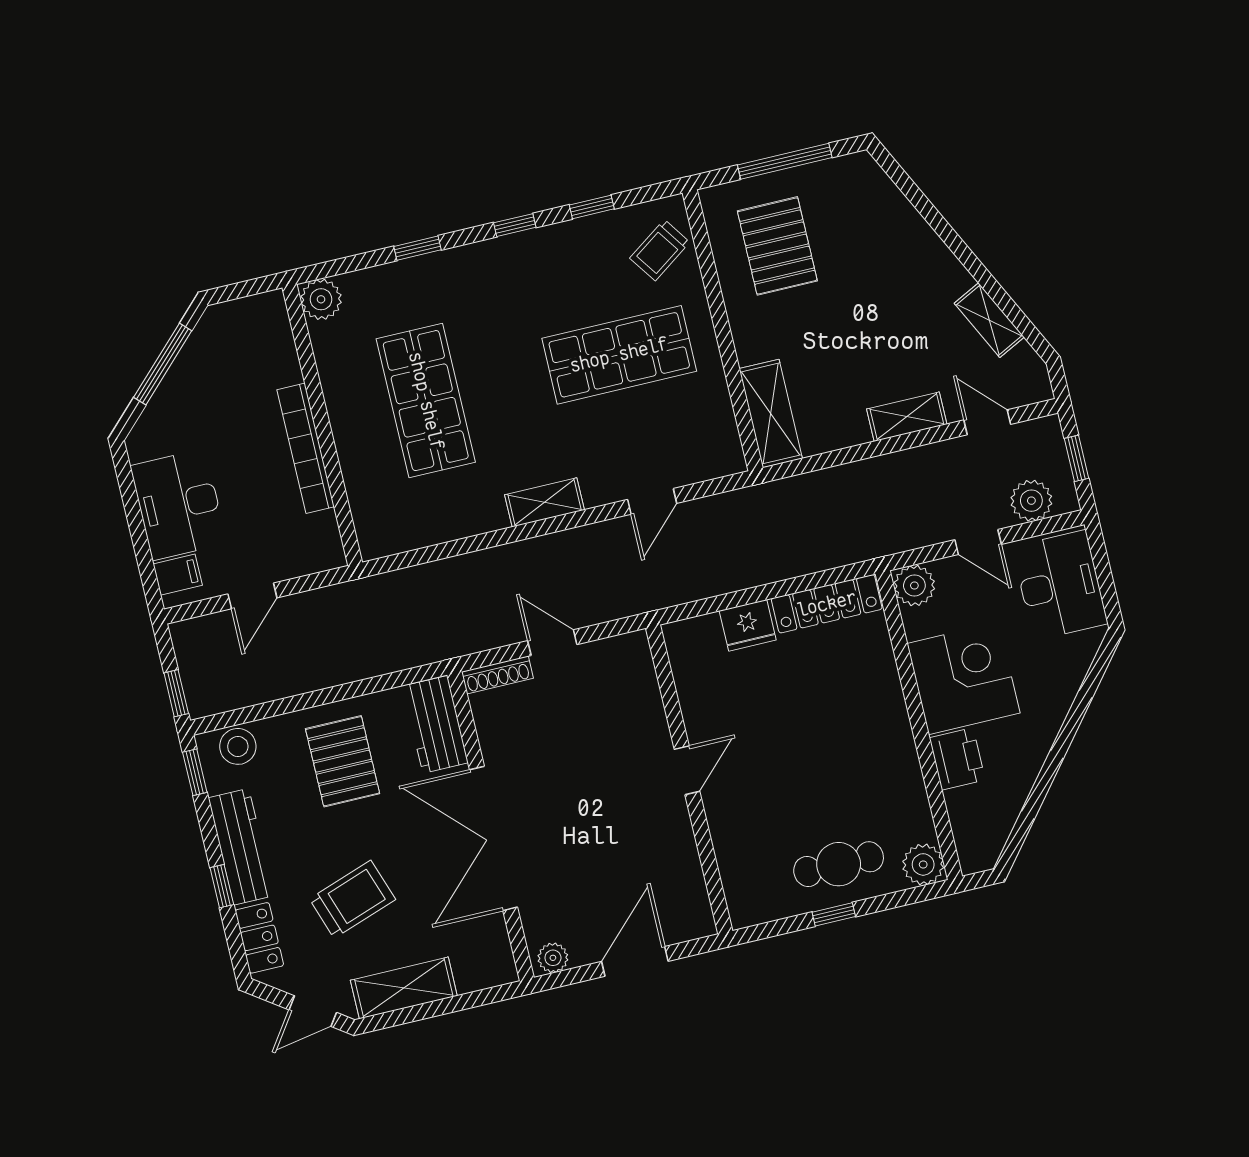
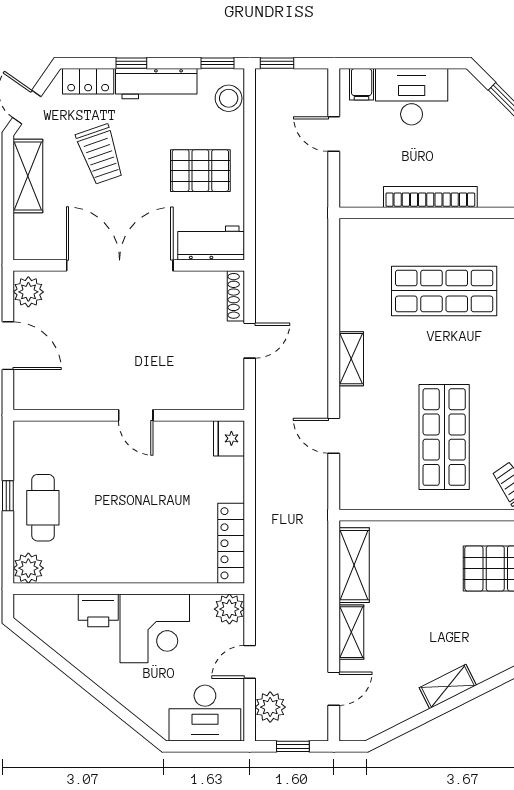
shelving: (989, 320) -> (448, 687), moved
shelving: (771, 413) -> (354, 565), moved, turned 90
fridge: (748, 625) -> (229, 438), moved
plant: (553, 958) -> (28, 292), width x1.38, depth x1.38

